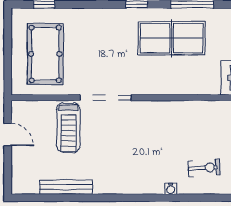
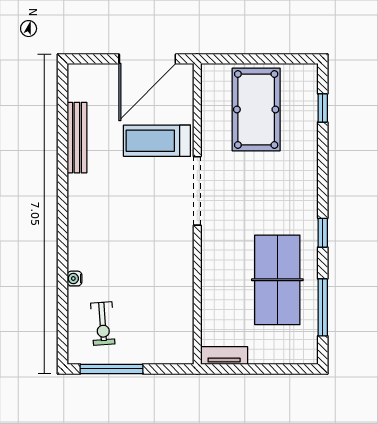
pool table: (45, 54) -> (256, 109), turned 90
door: (8, 135) -> (147, 59), width x1.87

